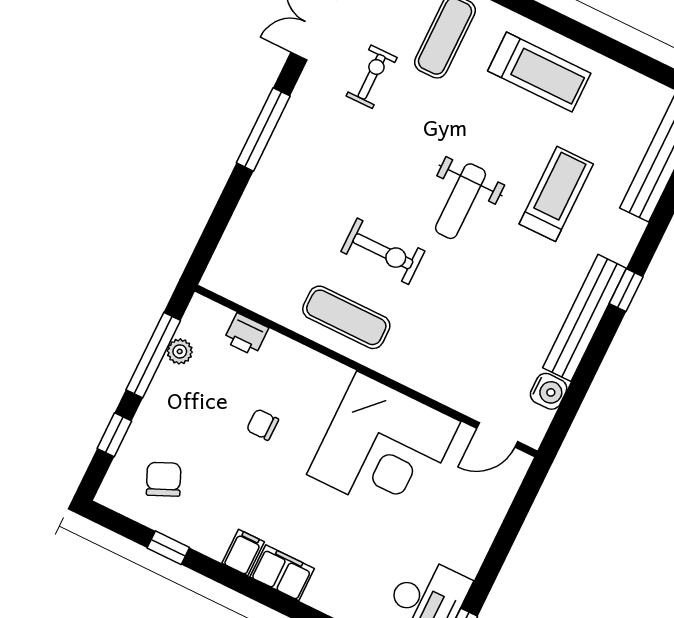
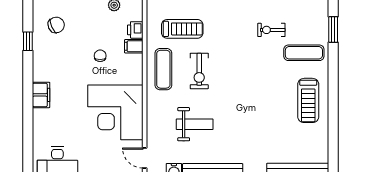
exercise bike: (372, 77) -> (271, 30), turned 180
treadmill: (556, 194) -> (182, 29), moved
weight bench: (460, 201) -> (195, 124), moved, turned 180
filing cabinet: (243, 553) -> (134, 46), moved, turned 180

